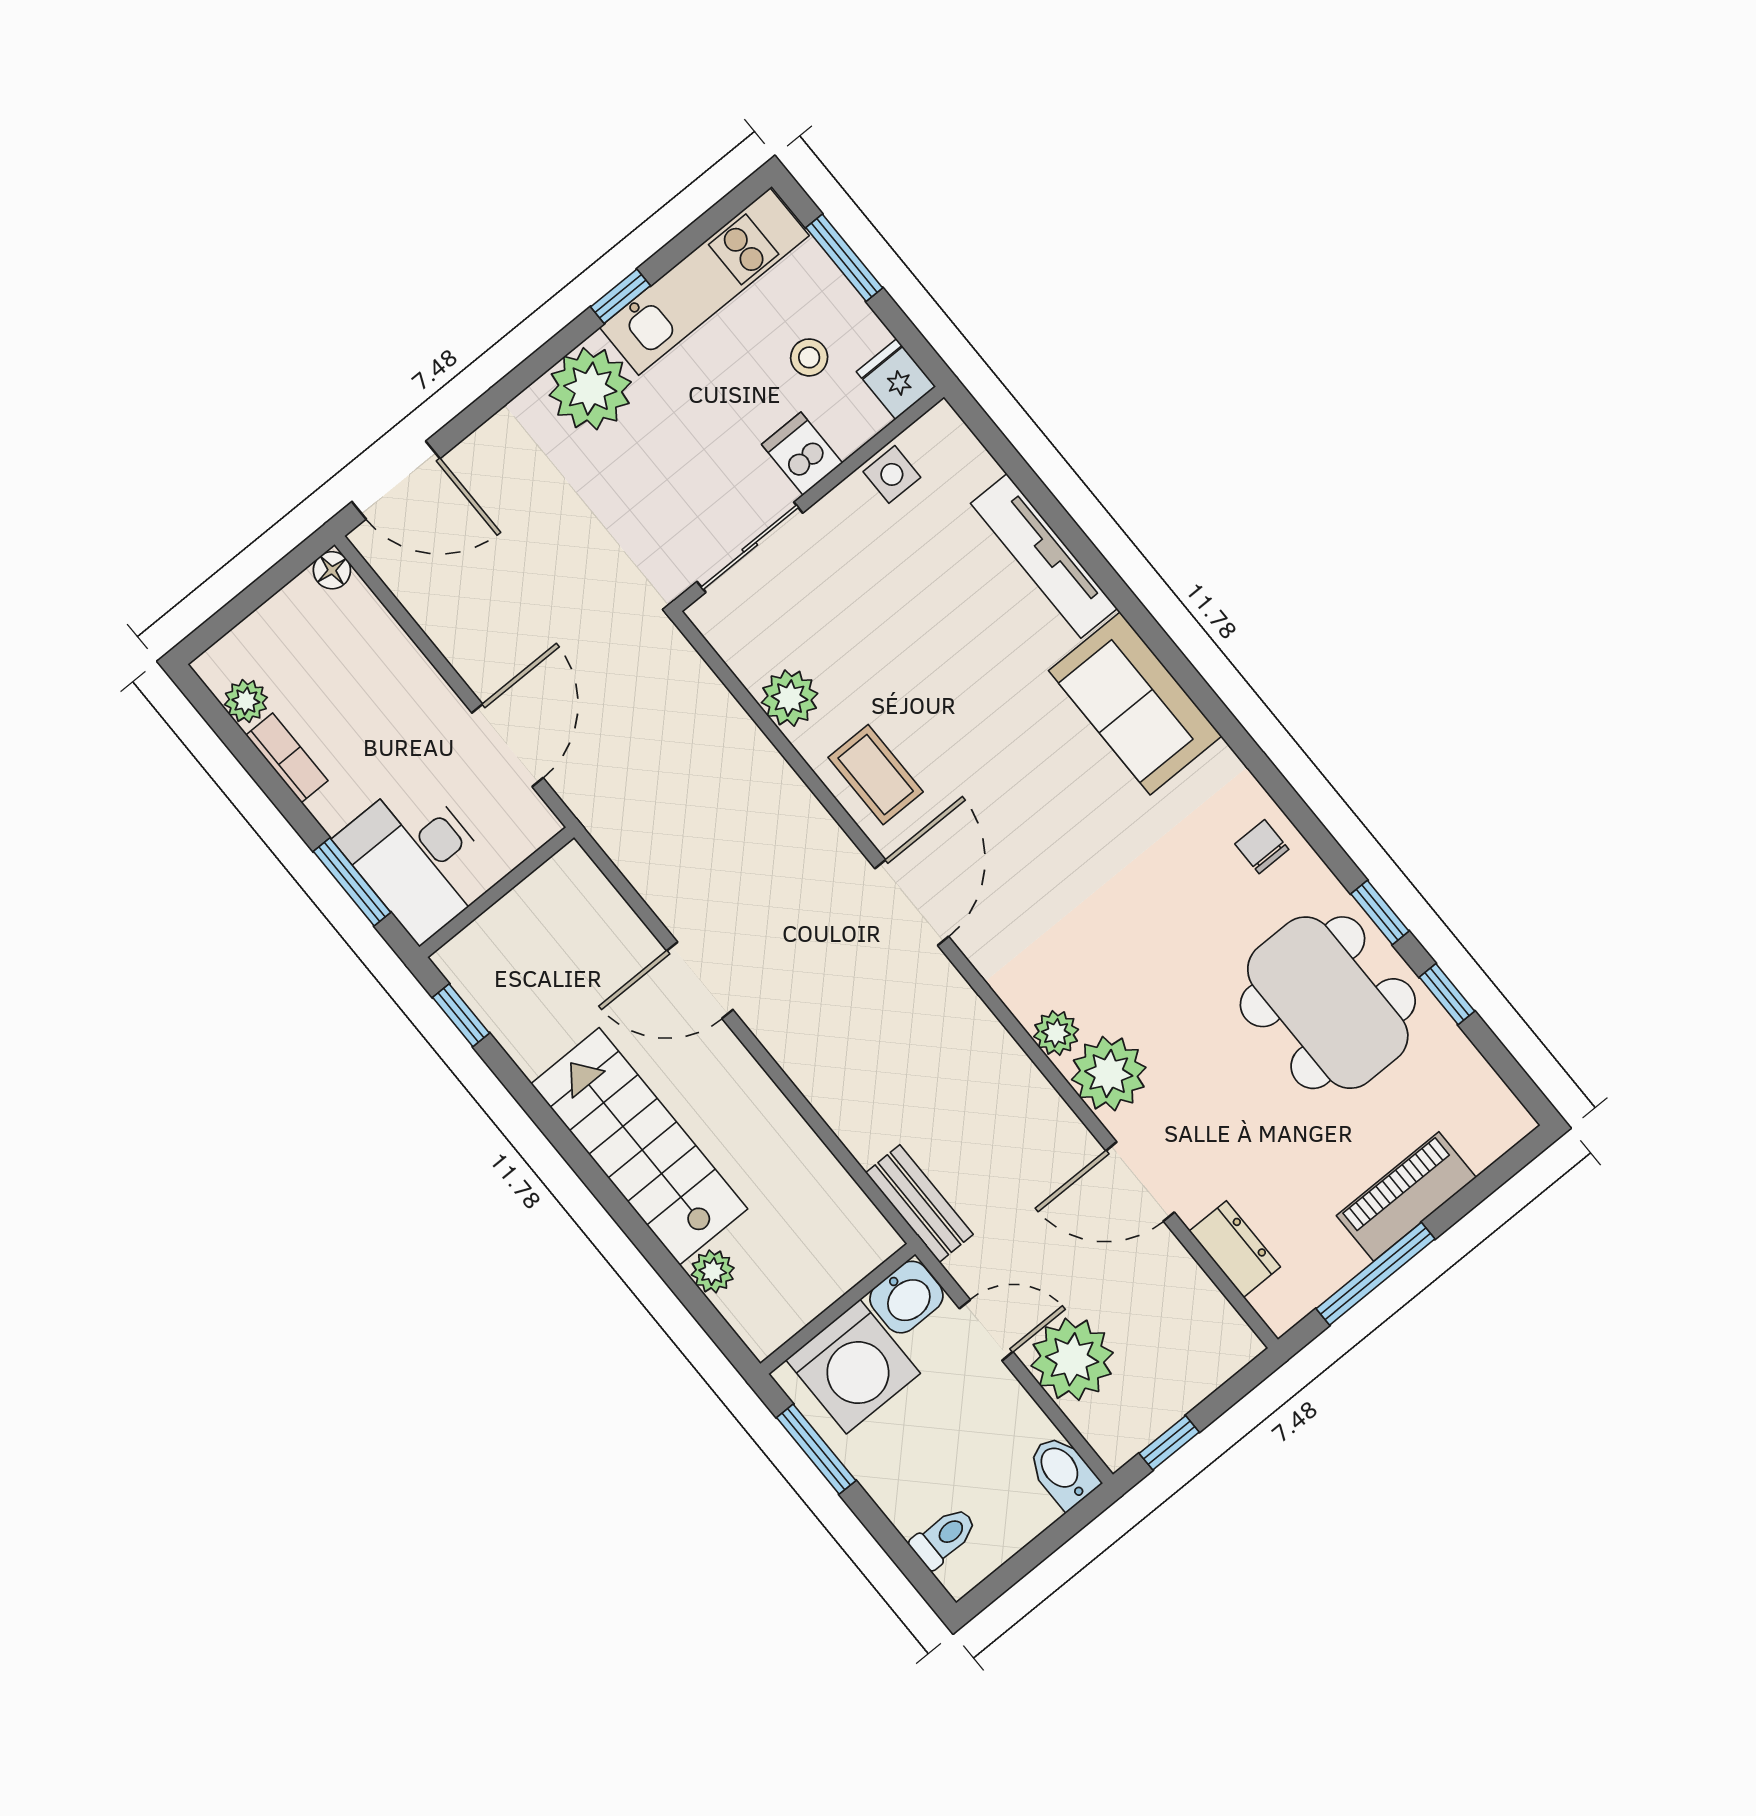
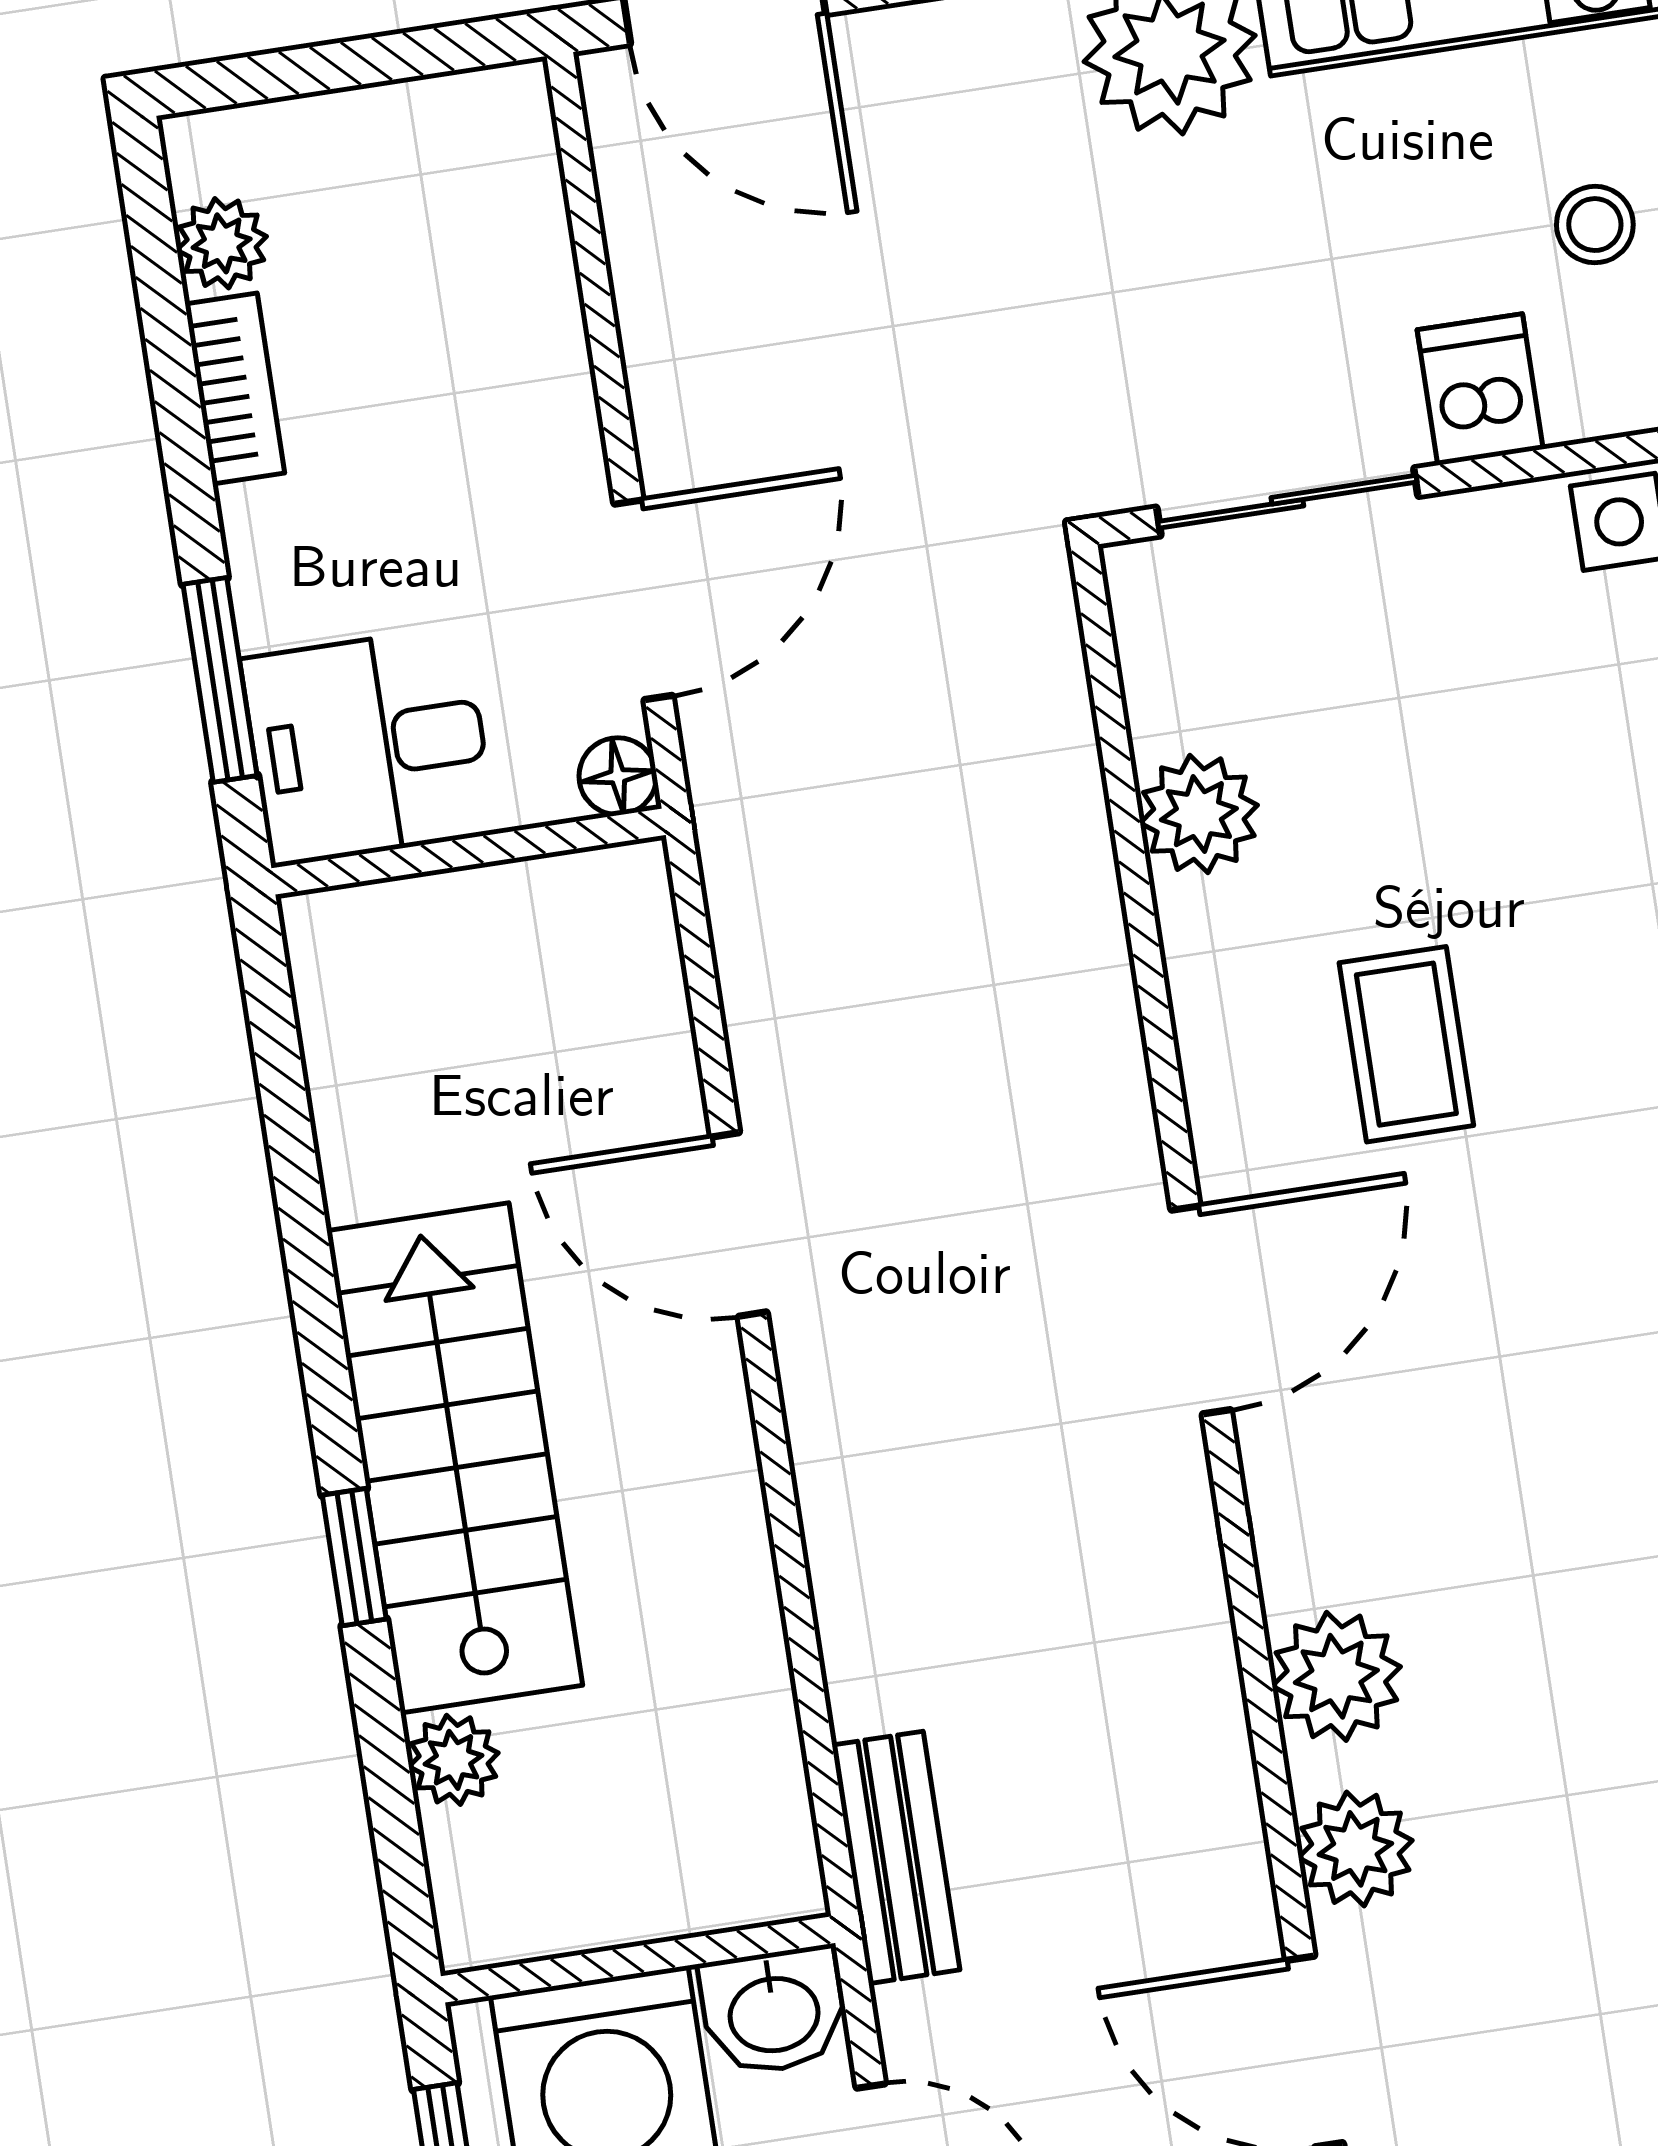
floor lamp: (332, 570) -> (618, 776), moved
coffee table: (876, 775) -> (1406, 1044), moved
desk: (418, 859) -> (368, 746), width x0.73
window: (461, 1015) -> (354, 1557), moved
plant: (1056, 1033) -> (1336, 1676), width x1.38, depth x1.38
plant: (1109, 1074) -> (1355, 1849), width x0.73, depth x0.73

